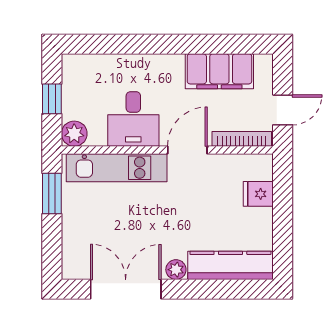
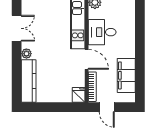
fridge: (258, 194) -> (79, 95), moved
double door: (126, 289) -> (17, 28), width x0.73

